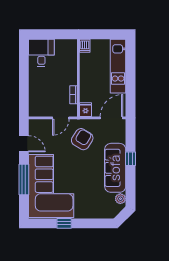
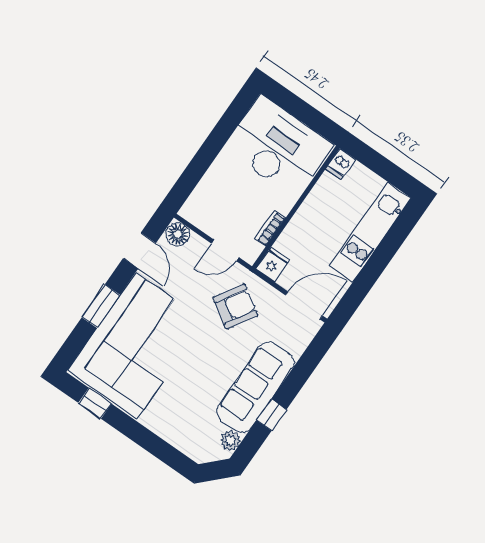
desk: (41, 53) -> (278, 147), width x1.87, depth x1.30
floor lamp: (35, 125) -> (178, 234), added
window: (130, 159) -> (272, 415), moved
window: (24, 179) -> (101, 306), width x0.69
window: (64, 223) -> (95, 403), moved

